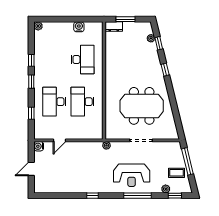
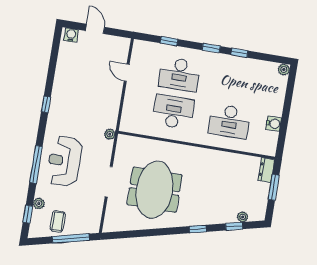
desk: (54, 102) -> (179, 74), turned 180
water cooler: (39, 146) -> (71, 35), moved

